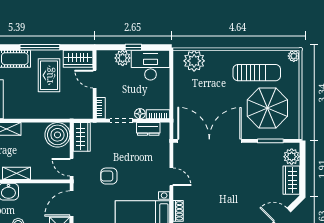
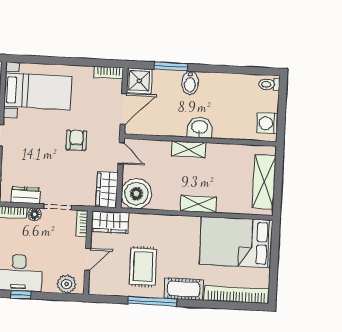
window: (133, 47) -> (21, 295), moved
plant: (123, 58) -> (67, 284), moved
wardrobe: (78, 59) -> (110, 222), moved, turned 180
door: (95, 79) -> (88, 259), hinge flipped
armchair: (109, 176) -> (76, 140), turned -90

